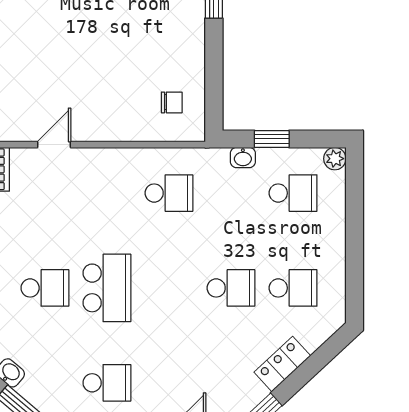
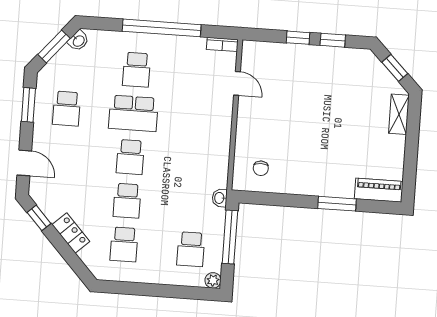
window: (272, 139) -> (230, 237), width x2.17
washbasin: (243, 158) -> (220, 198), moved
school desk: (169, 193) -> (130, 157), moved

